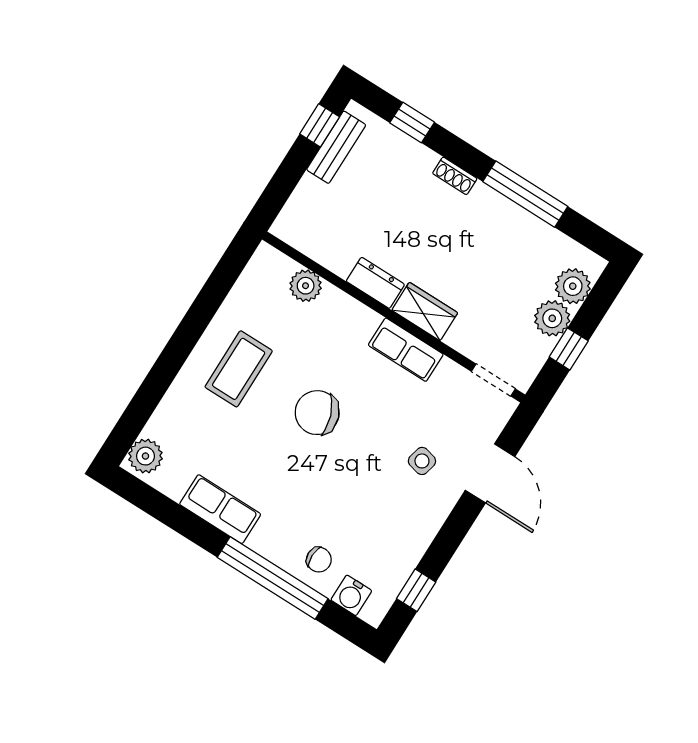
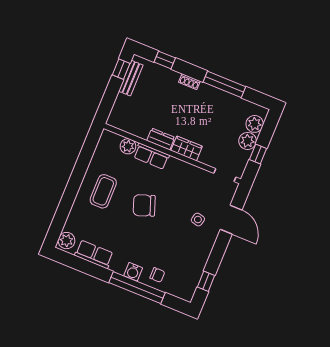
row of seats: (406, 350) -> (151, 156), moved
row of seats: (220, 509) -> (94, 254), moved
water cooler: (351, 595) -> (133, 272), moved

